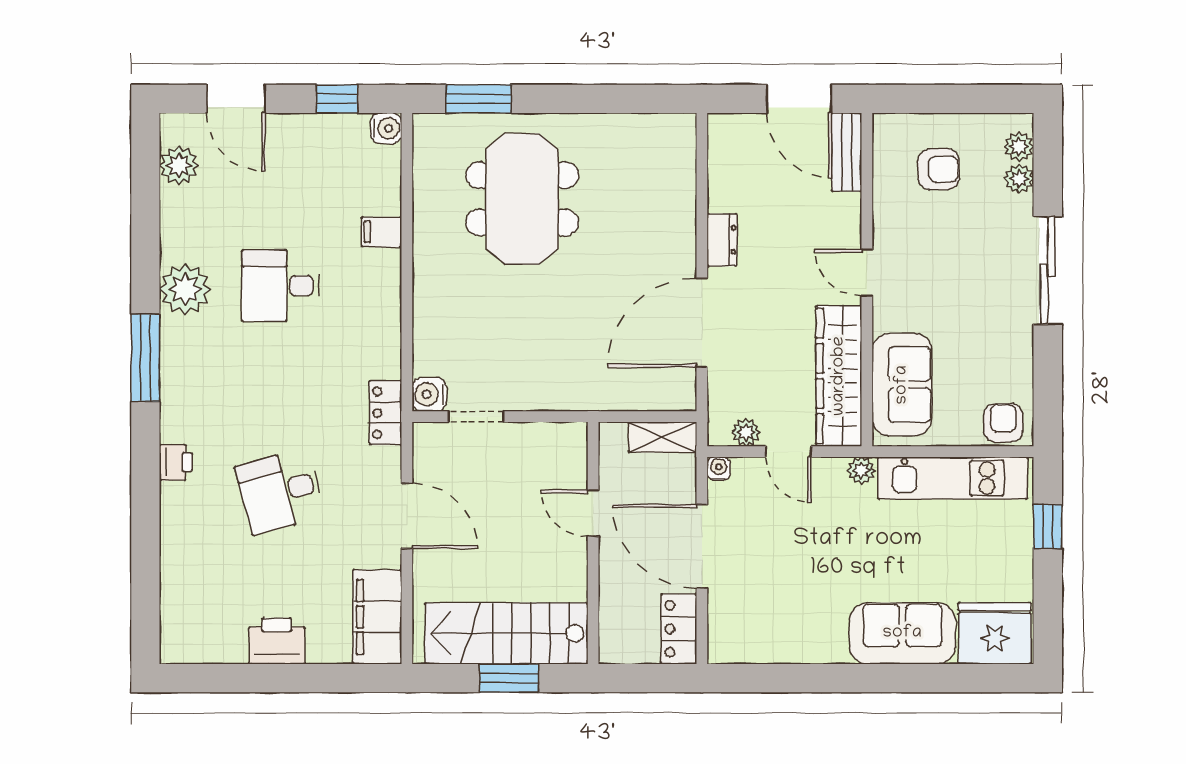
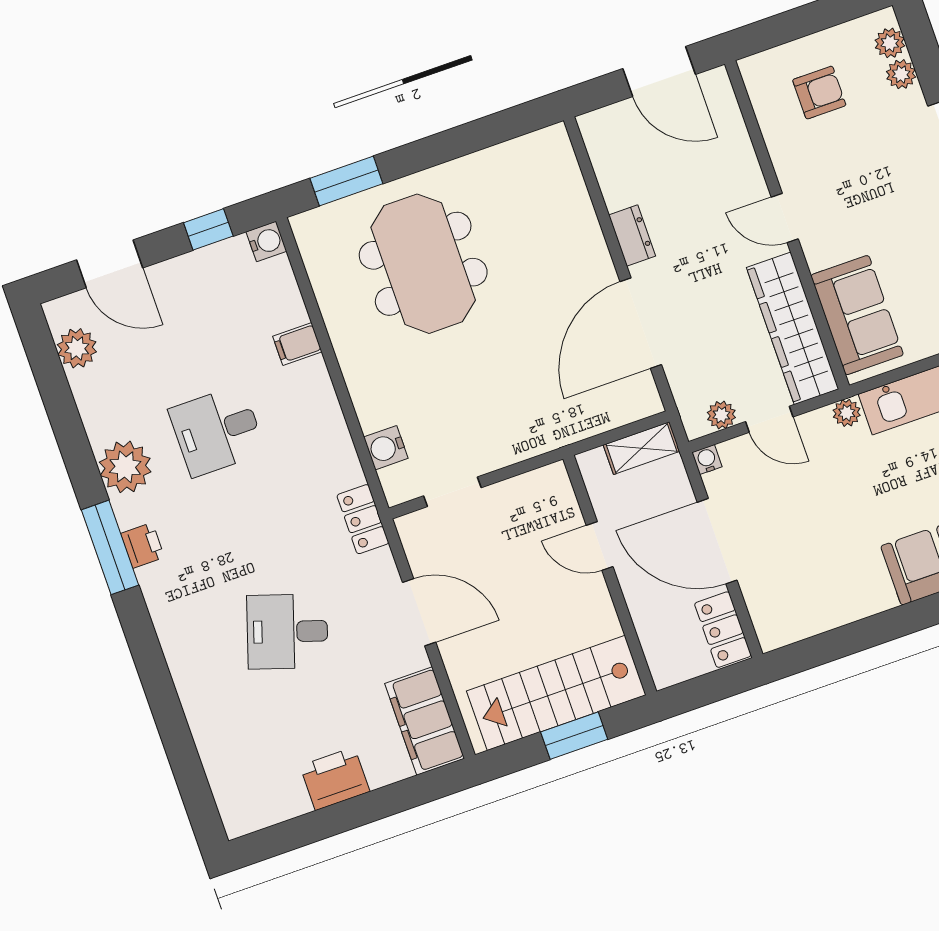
bench: (847, 152) -> (724, 107), removed
water cooler: (429, 394) -> (386, 448), moved
printer: (176, 462) -> (143, 545), moved
desk: (281, 491) -> (287, 632), turned 33

